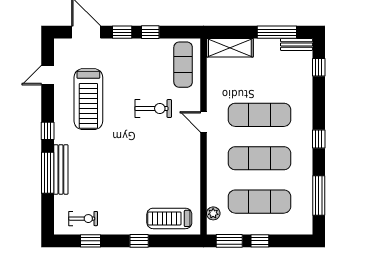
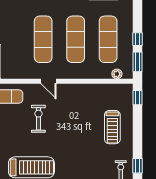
door: (203, 122) -> (48, 81), hinge flipped
treadmill: (169, 218) -> (112, 127), moved
window: (139, 241) -> (137, 98), moved

